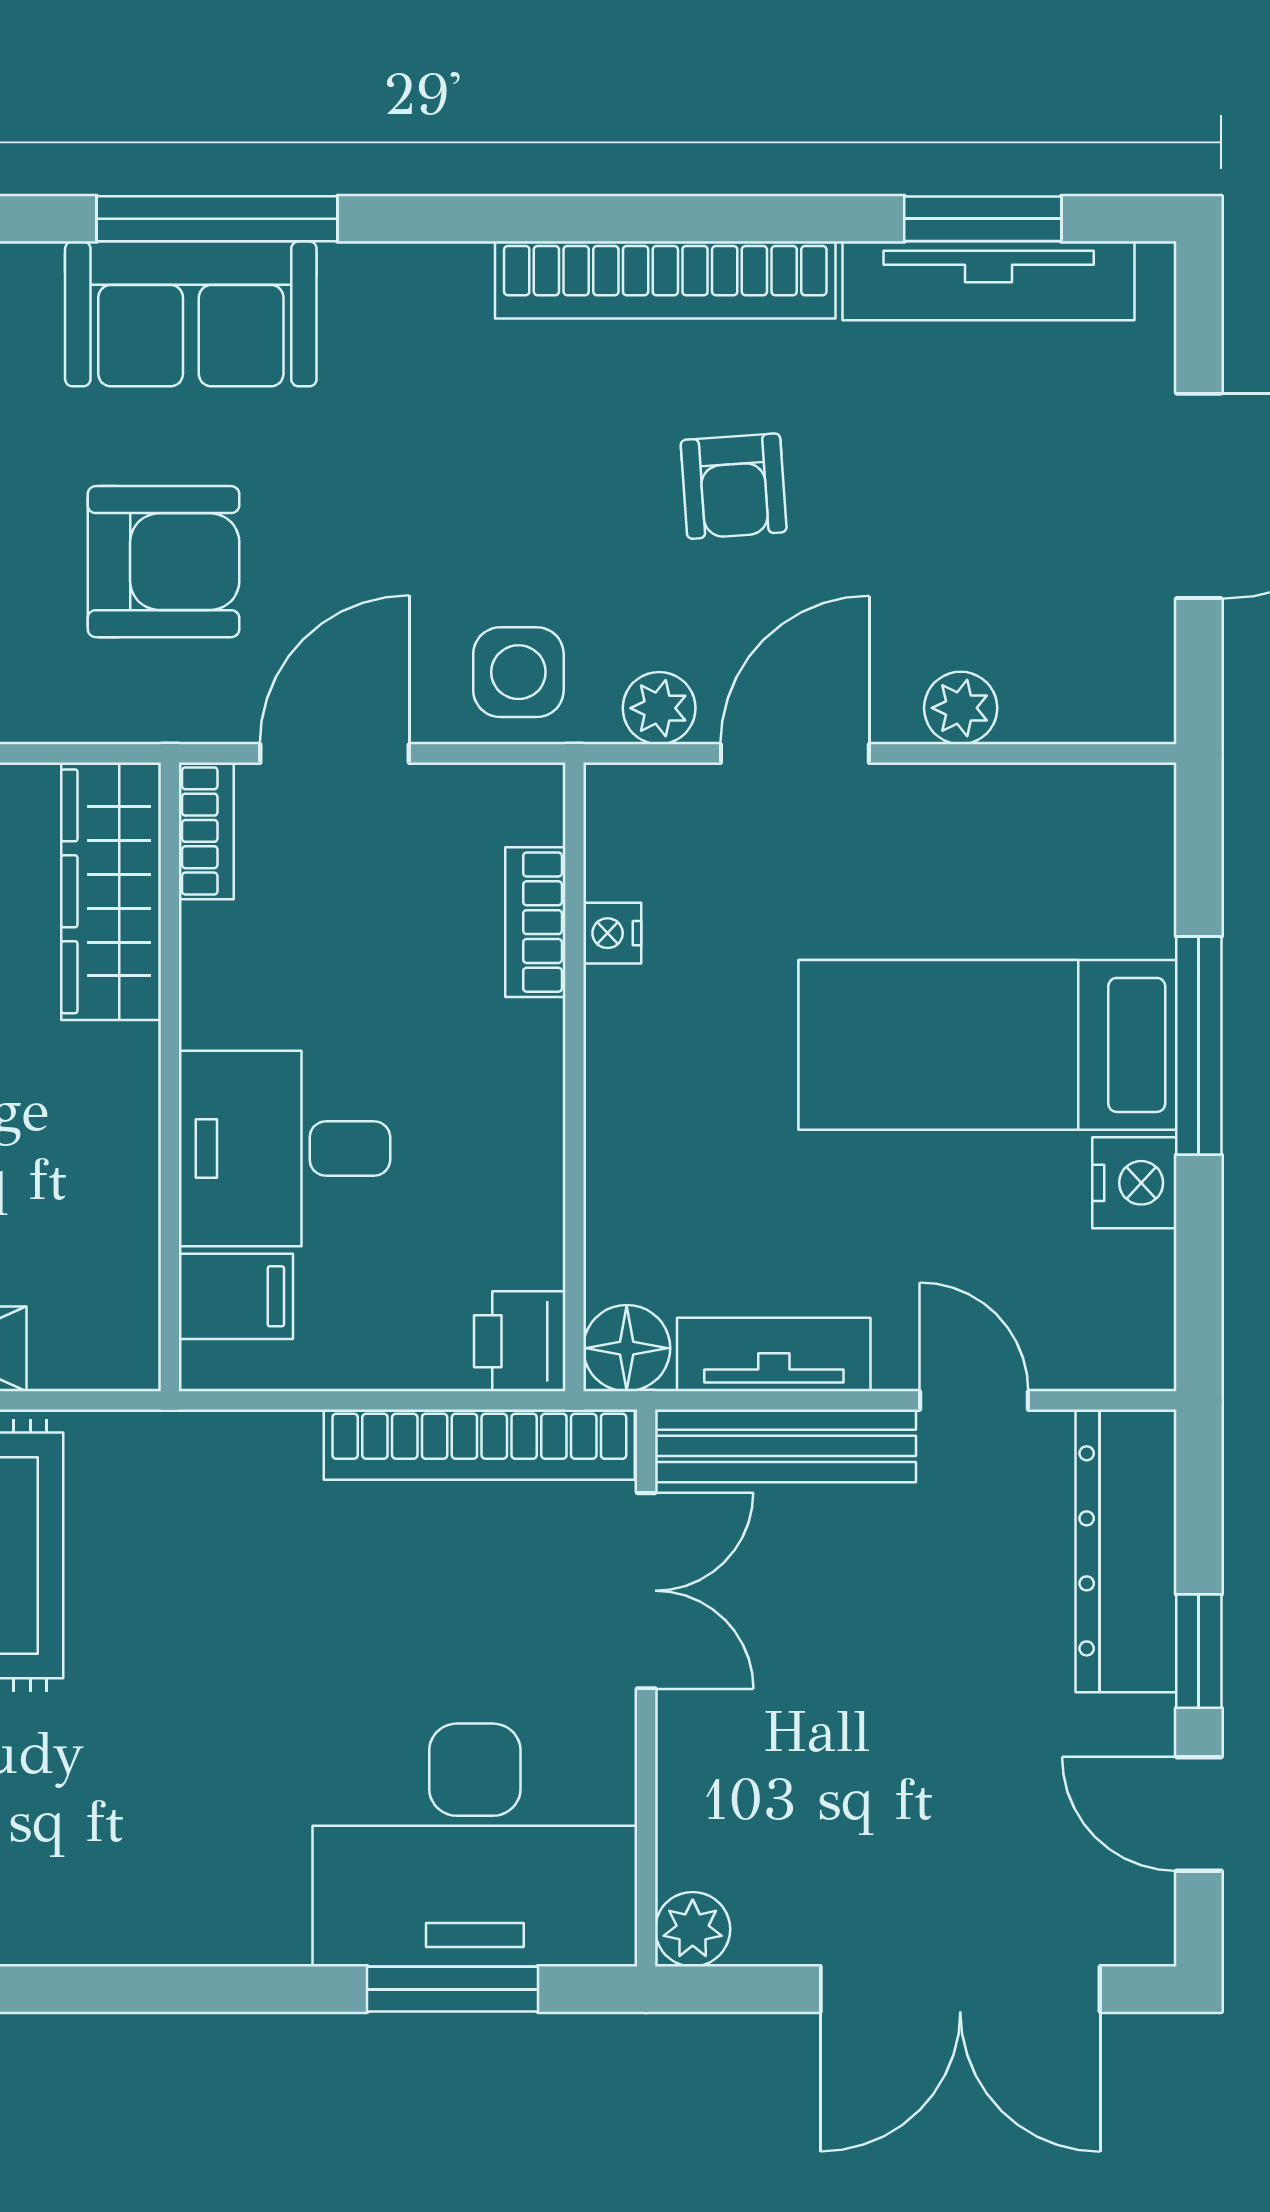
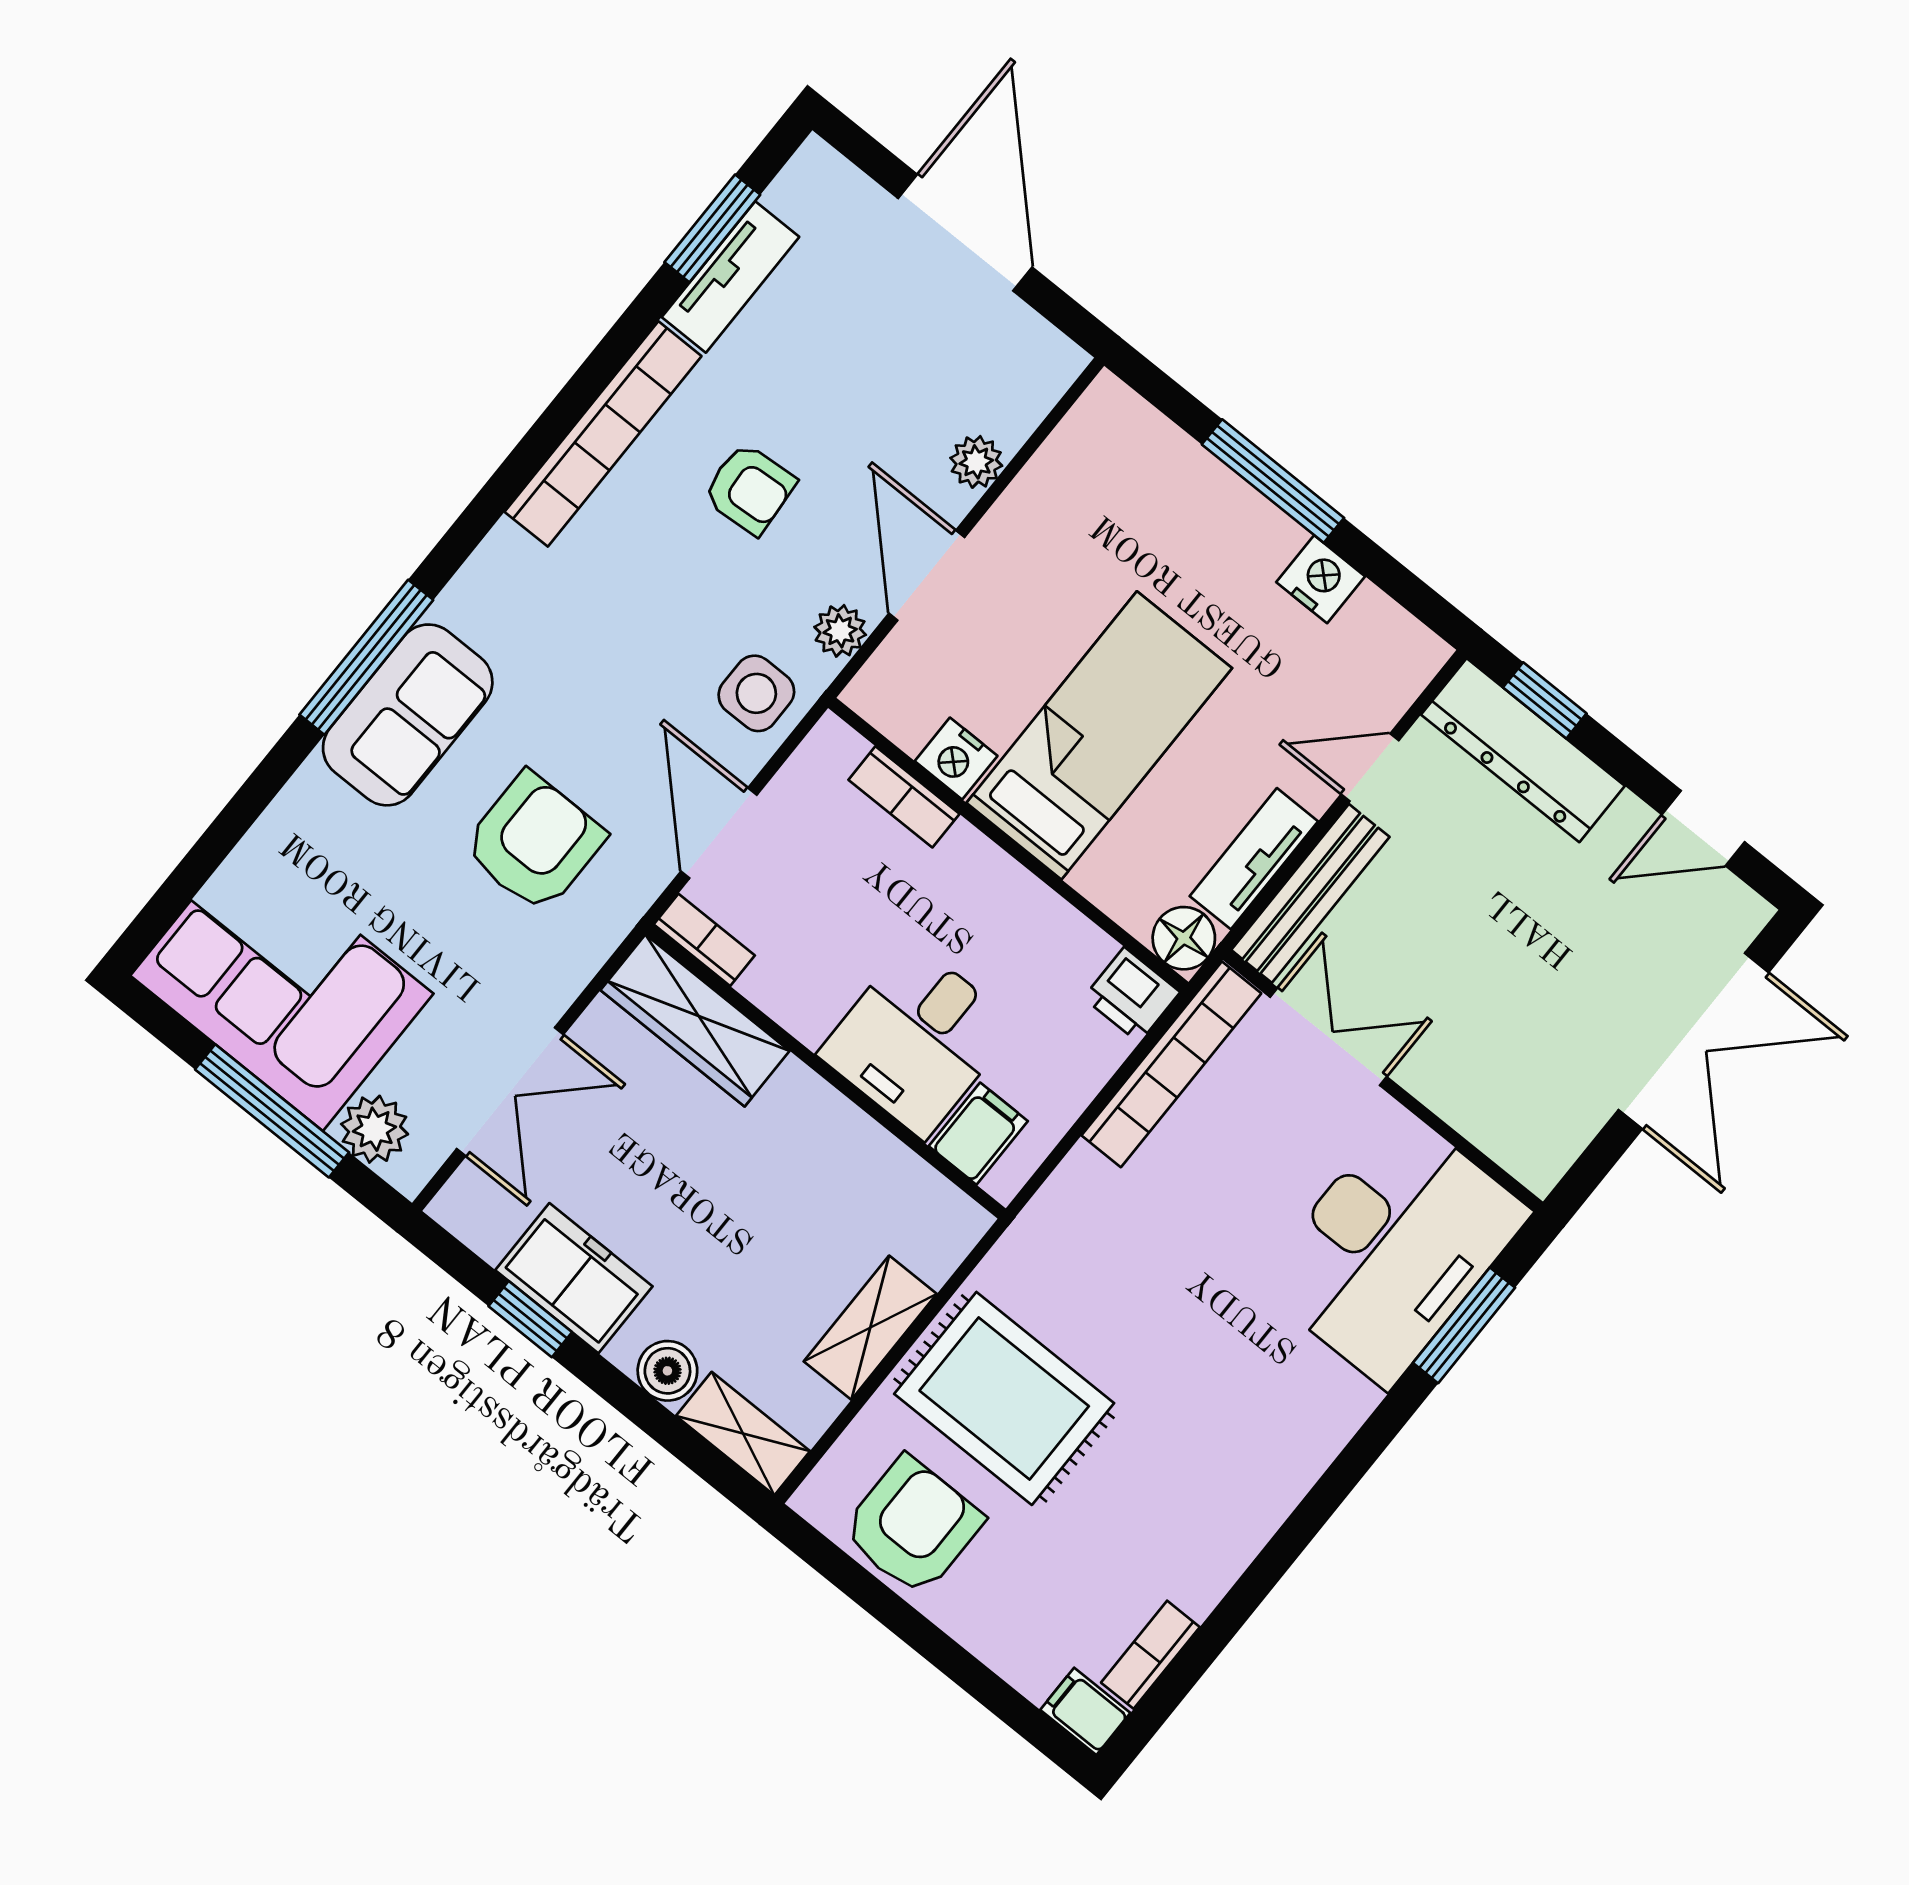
tv unit: (989, 281) -> (730, 277), width x0.71
nightstand: (612, 933) -> (956, 758), width x1.39, depth x1.35
bed: (988, 1045) -> (1099, 735), moved, turned 180
window: (1199, 1651) -> (1545, 700), moved
plant: (693, 1929) -> (1539, 1164), removed

